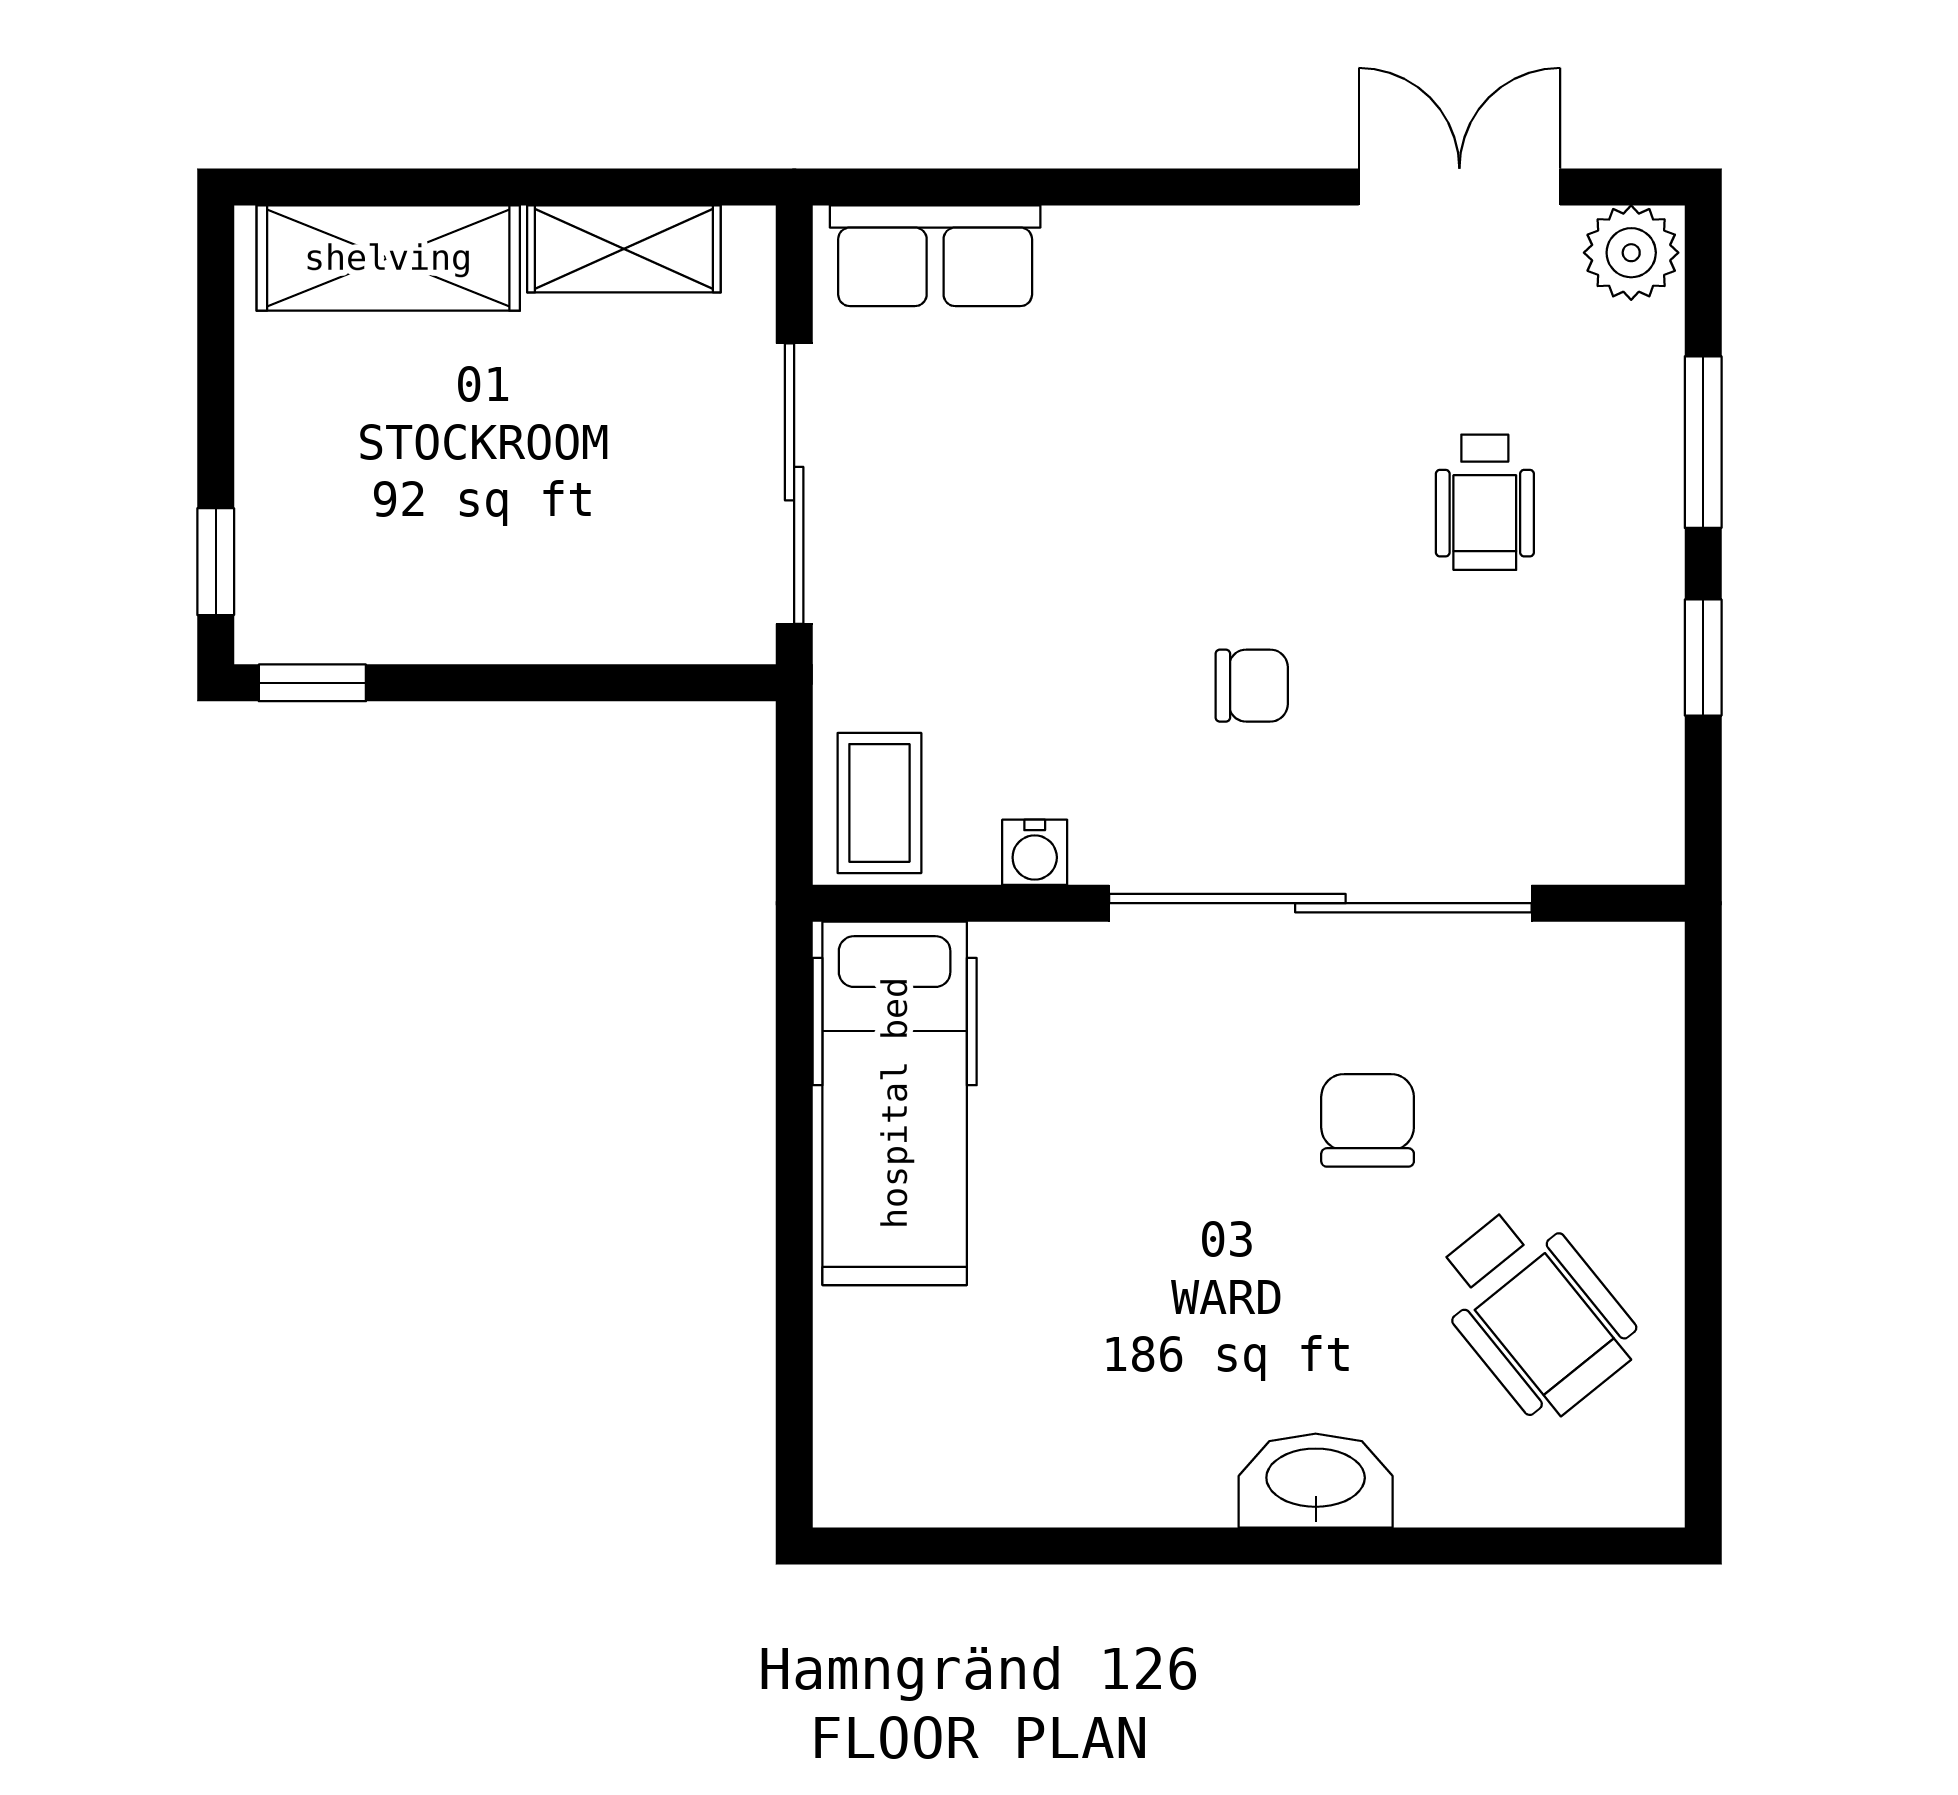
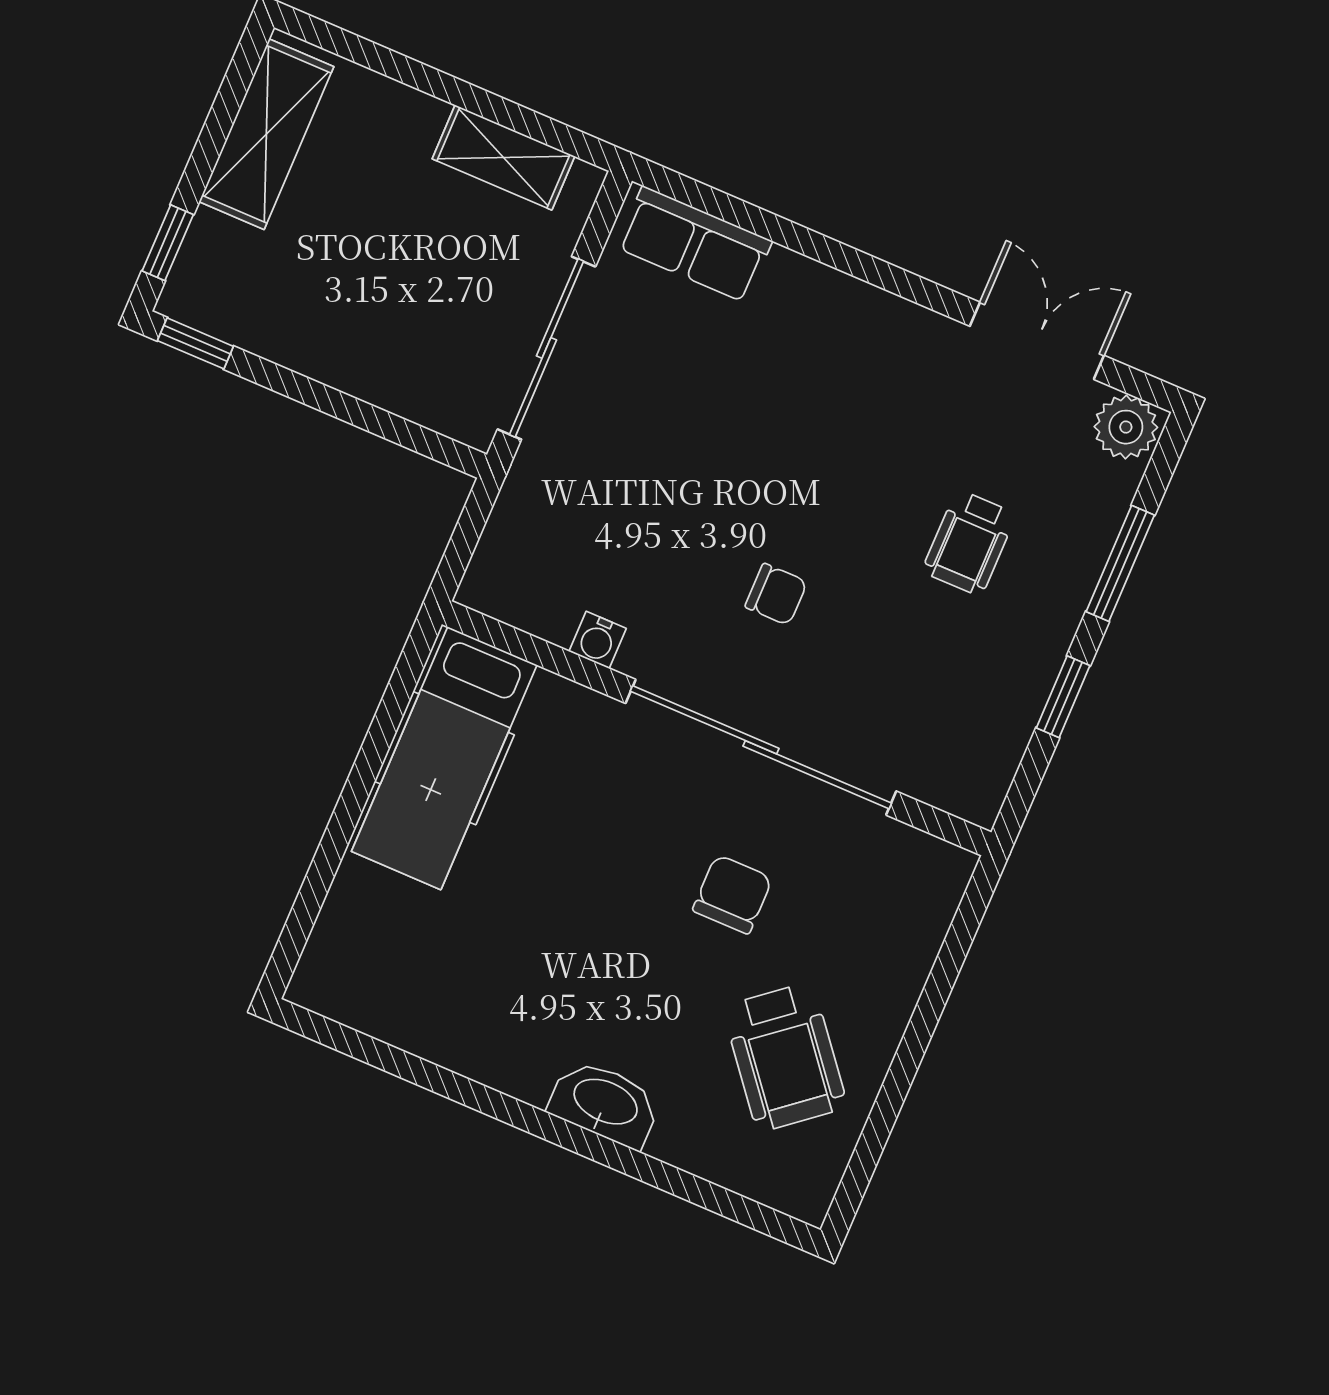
shelving: (388, 258) -> (266, 134), moved, turned 90
coffee table: (879, 803) -> (515, 568), removed

